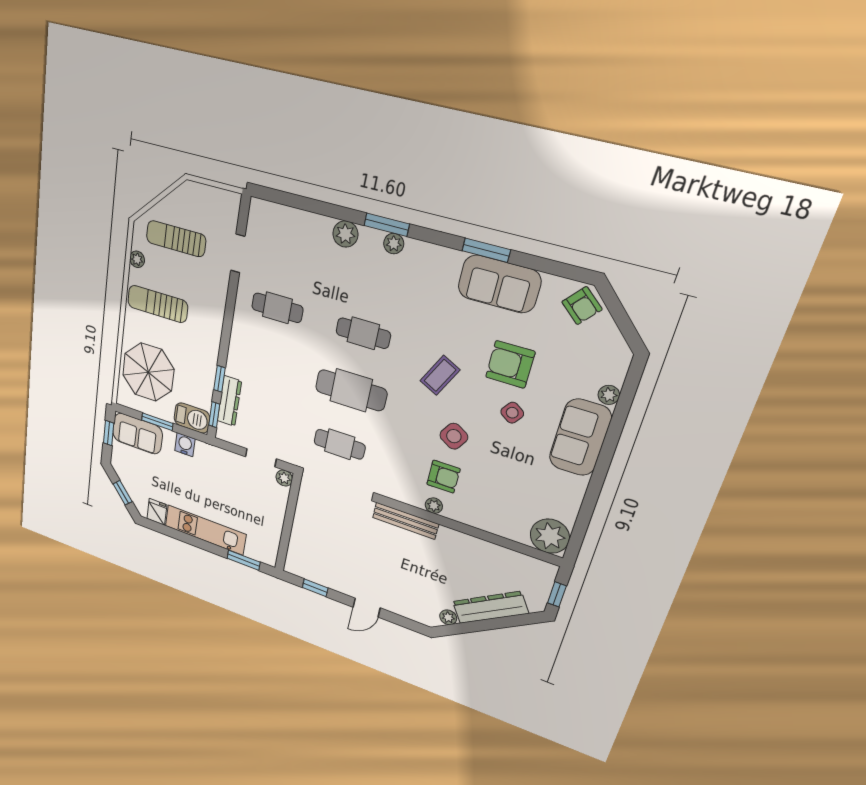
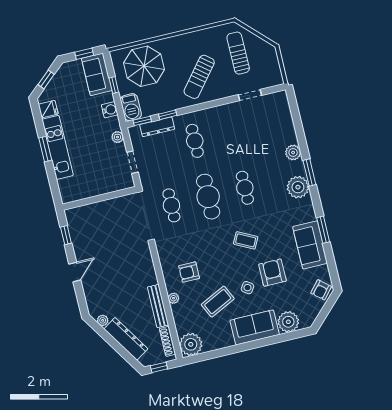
plant: (394, 244) -> (298, 187), width x1.87, depth x1.87
plant: (137, 259) -> (212, 32), removed
sun lounger: (158, 304) -> (199, 77), moved, turned -141
cafe table: (277, 308) -> (195, 141), moved
plant: (609, 395) -> (288, 322), width x1.88, depth x1.88
window: (157, 422) -> (114, 85), width x0.67
side table: (454, 436) -> (216, 265), removed
coffee table: (509, 465) -> (218, 302), added
armchair: (443, 477) -> (189, 272), turned 90
plant: (284, 478) -> (117, 137), moved
plant: (434, 506) -> (174, 298), moved
bench: (405, 521) -> (158, 306), moved
window: (244, 560) -> (45, 149), moved
shoe rack: (526, 562) -> (167, 341), added
door: (367, 608) -> (75, 272), swing flipped

